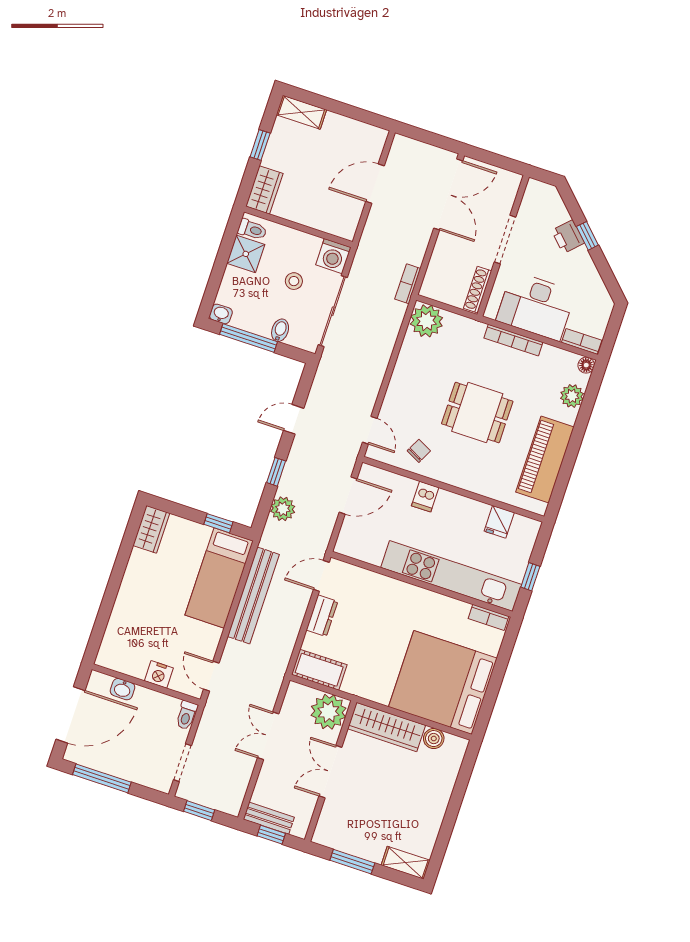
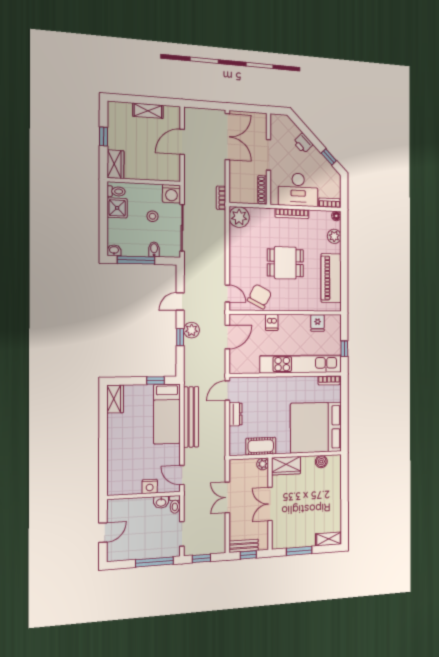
shelving: (301, 112) -> (148, 111), moved
window: (587, 236) -> (329, 157), moved
chair: (419, 451) -> (260, 296), width x1.87, depth x1.87
plant: (283, 509) -> (192, 330), moved
cot: (319, 670) -> (261, 446), moved
washbasin: (123, 689) -> (161, 502), moved
plant: (329, 712) -> (263, 464), width x0.53, depth x0.53
door: (71, 715) -> (103, 533), width x0.53
wardrobe: (387, 727) -> (286, 466), width x0.67
window: (102, 778) -> (155, 562), moved

